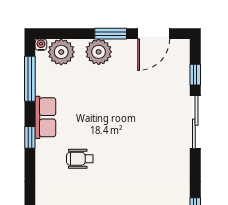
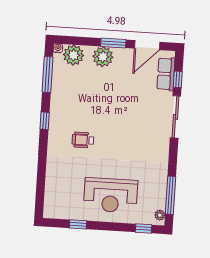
row of seats: (45, 117) -> (166, 74), moved, turned 180

